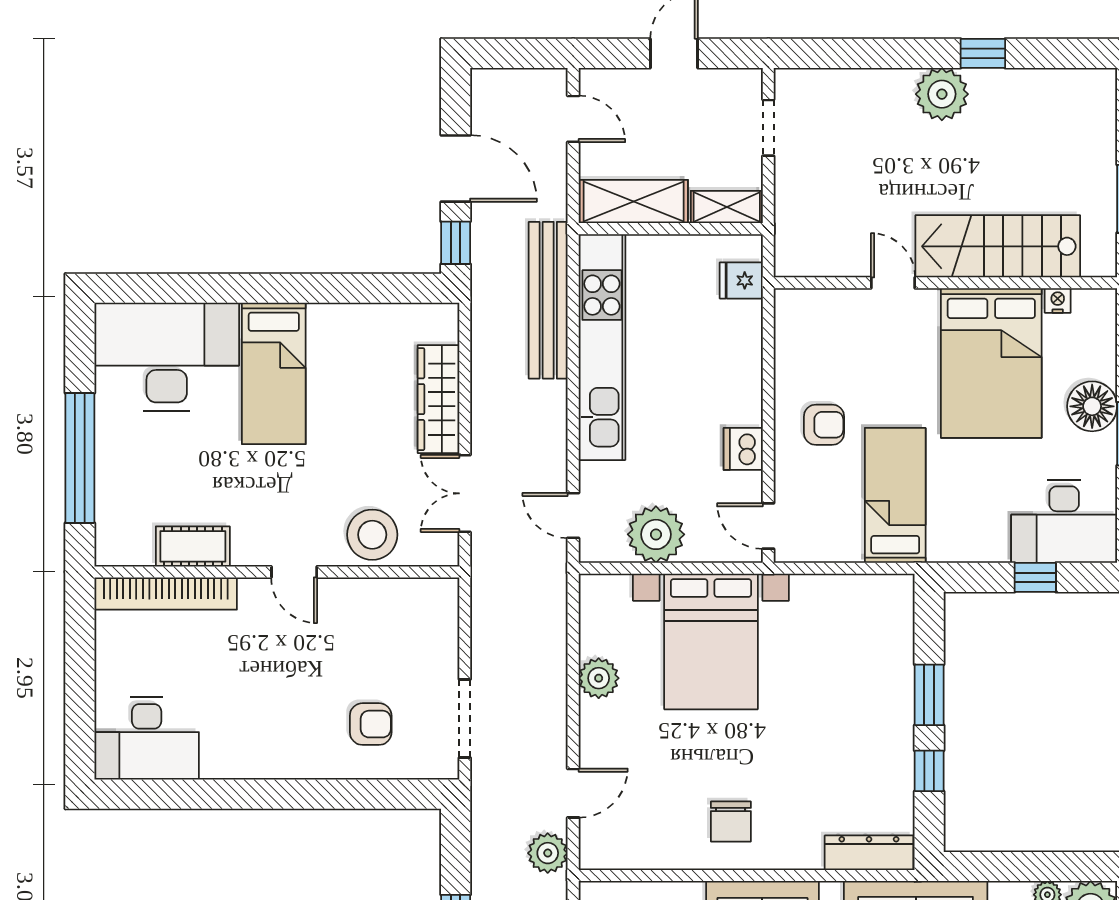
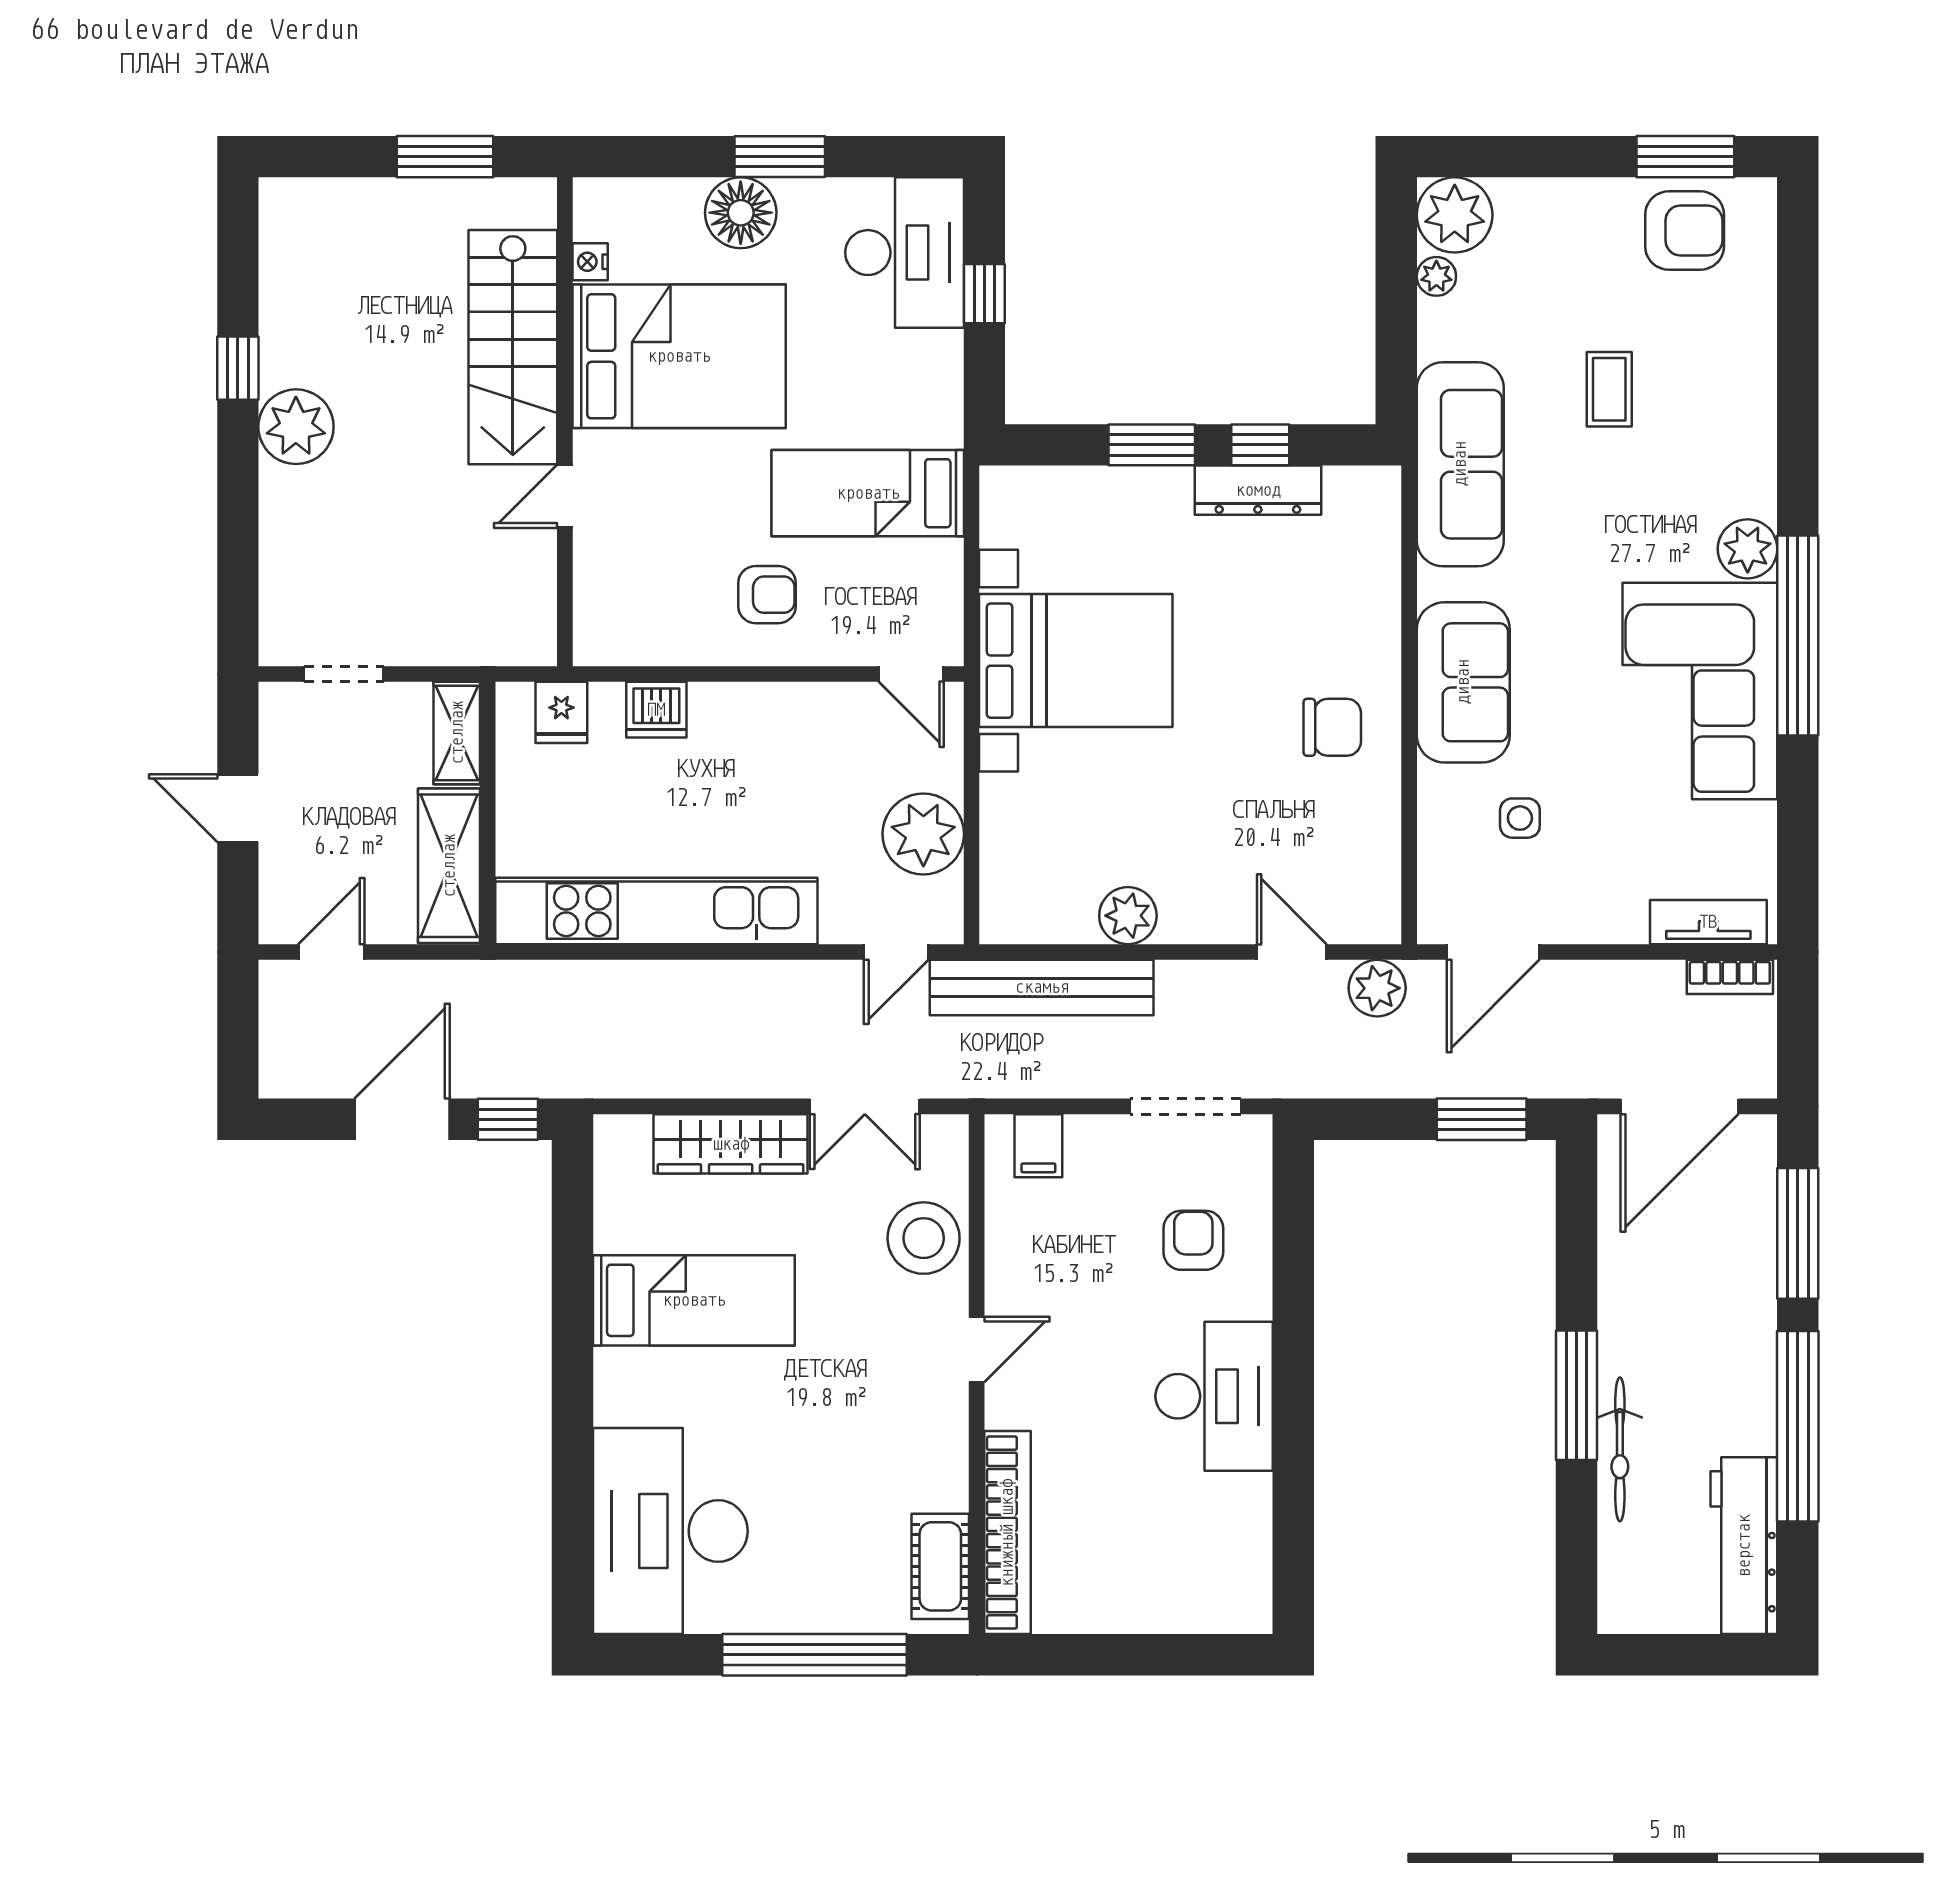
bench: (548, 300) -> (1042, 987), moved
bed: (274, 373) -> (694, 1300), moved
armchair: (824, 425) -> (767, 595), turned 90
dishwasher: (743, 449) -> (656, 710), moved
door: (768, 526) -> (911, 674), hinge flipped
cot: (193, 546) -> (940, 1566), moved
filing cabinet: (437, 615) -> (1038, 1146), added
bed with nightstands: (711, 642) -> (1076, 661), moved
desk: (147, 739) -> (1214, 1396), moved
dresser: (869, 853) -> (1258, 490), moved, turned -90

